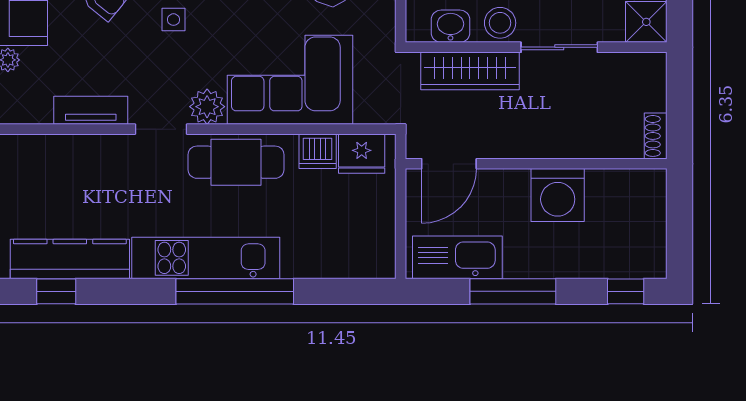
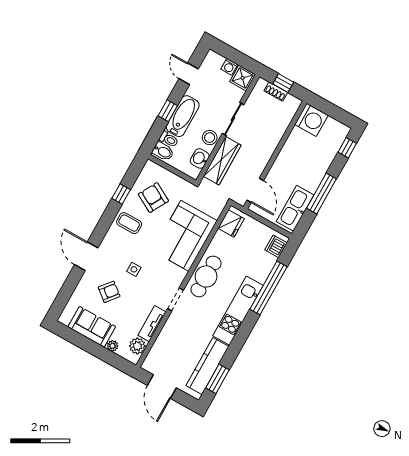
window: (679, 104) -> (283, 83), added
plant: (207, 107) -> (137, 346), moved
shoe rack: (656, 136) -> (276, 92), moved
dishwasher: (318, 151) -> (276, 246), moved, turned 180
washing machine: (558, 195) -> (311, 120), moved
window: (56, 291) -> (217, 379), width x1.50
window: (235, 291) -> (269, 288), moved

